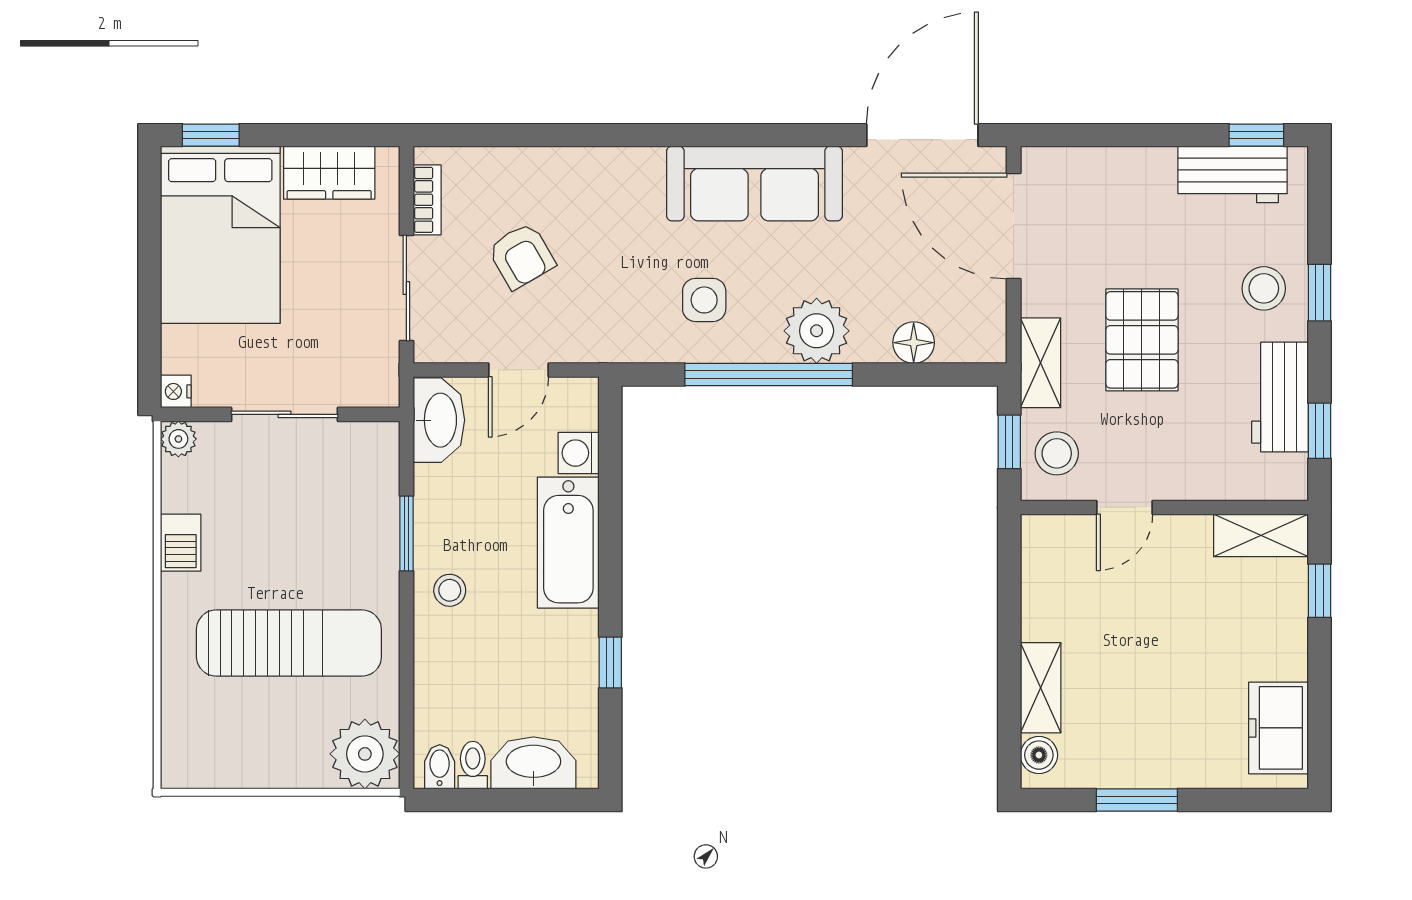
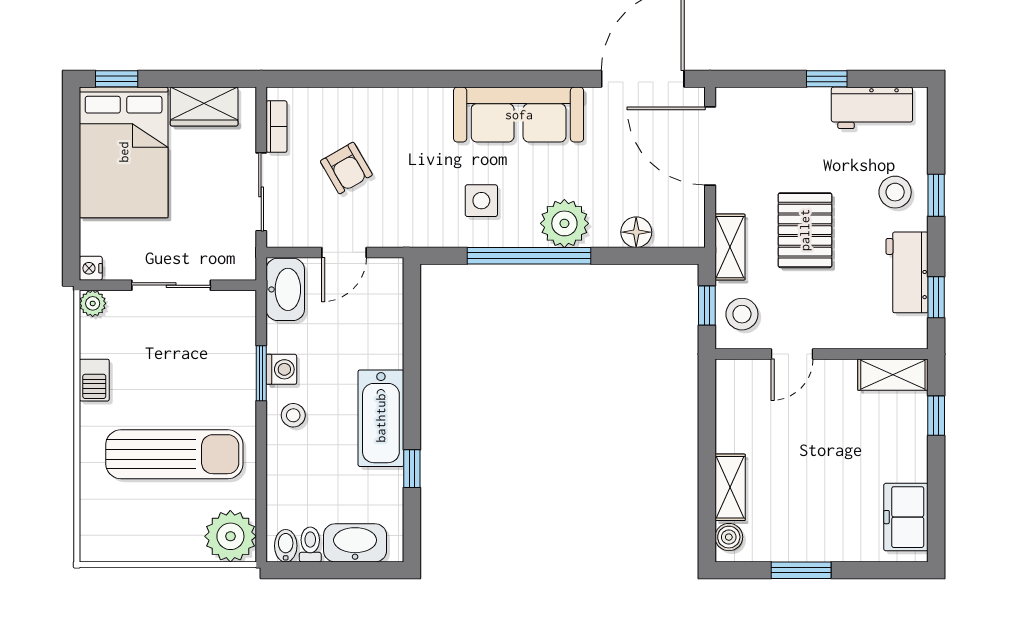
window: (1256, 135) -> (827, 79), moved
washing machine: (579, 453) -> (281, 369), moved, turned 180
bathtub: (568, 543) -> (381, 418), moved

